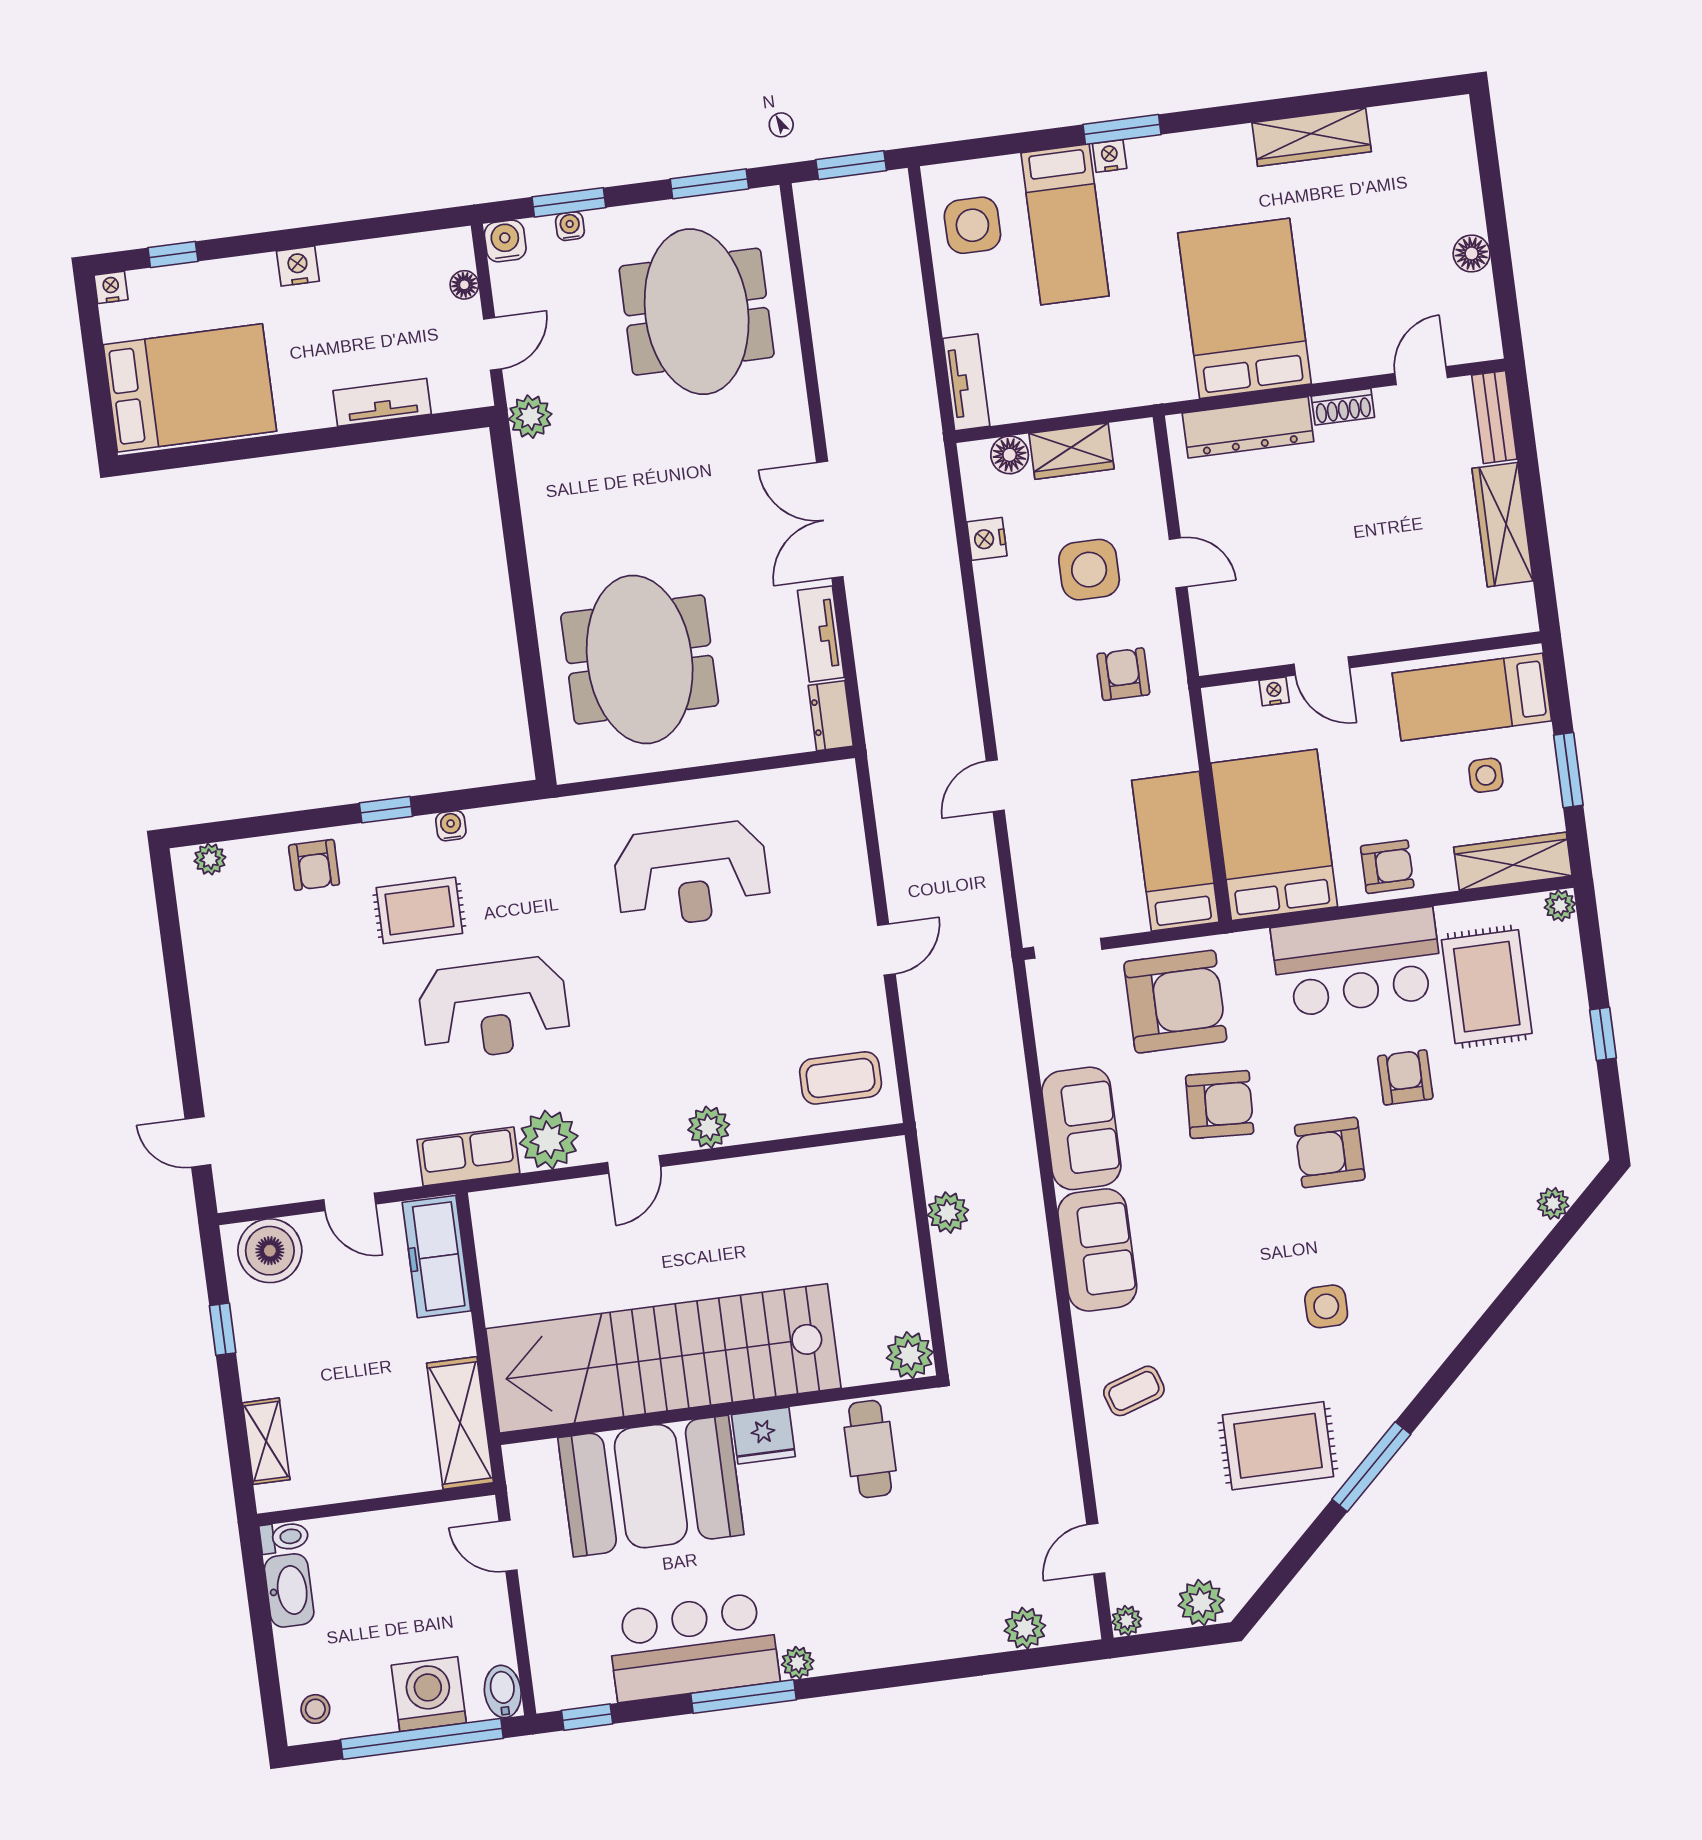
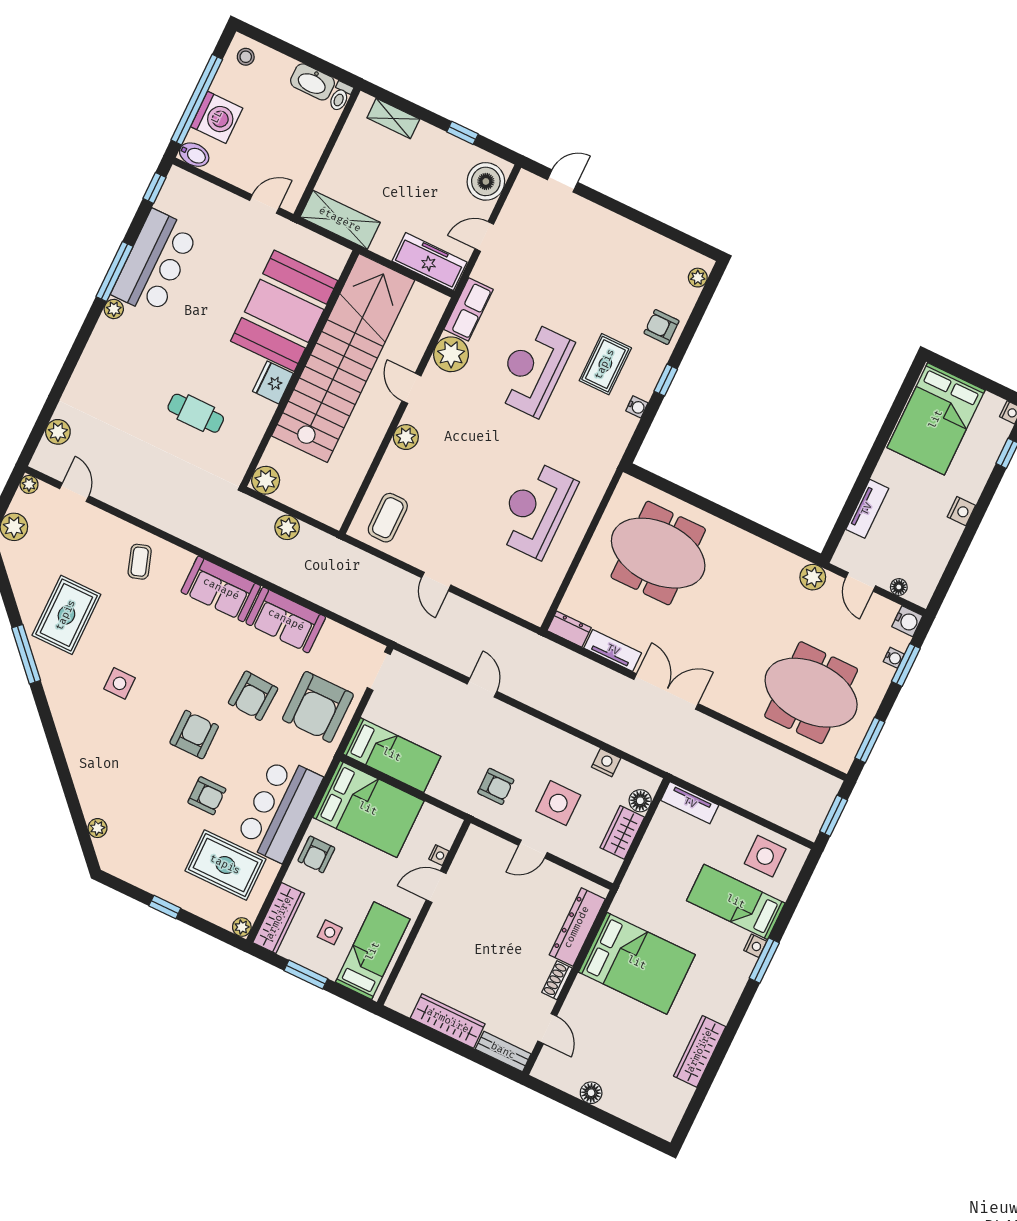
plant: (910, 1355) -> (266, 480), moved
stairs: (663, 1358) -> (343, 358), moved
wall: (719, 1410) -> (300, 369), moved
fridge: (763, 1436) -> (273, 382), moved
booth: (651, 1486) -> (284, 311), moved

